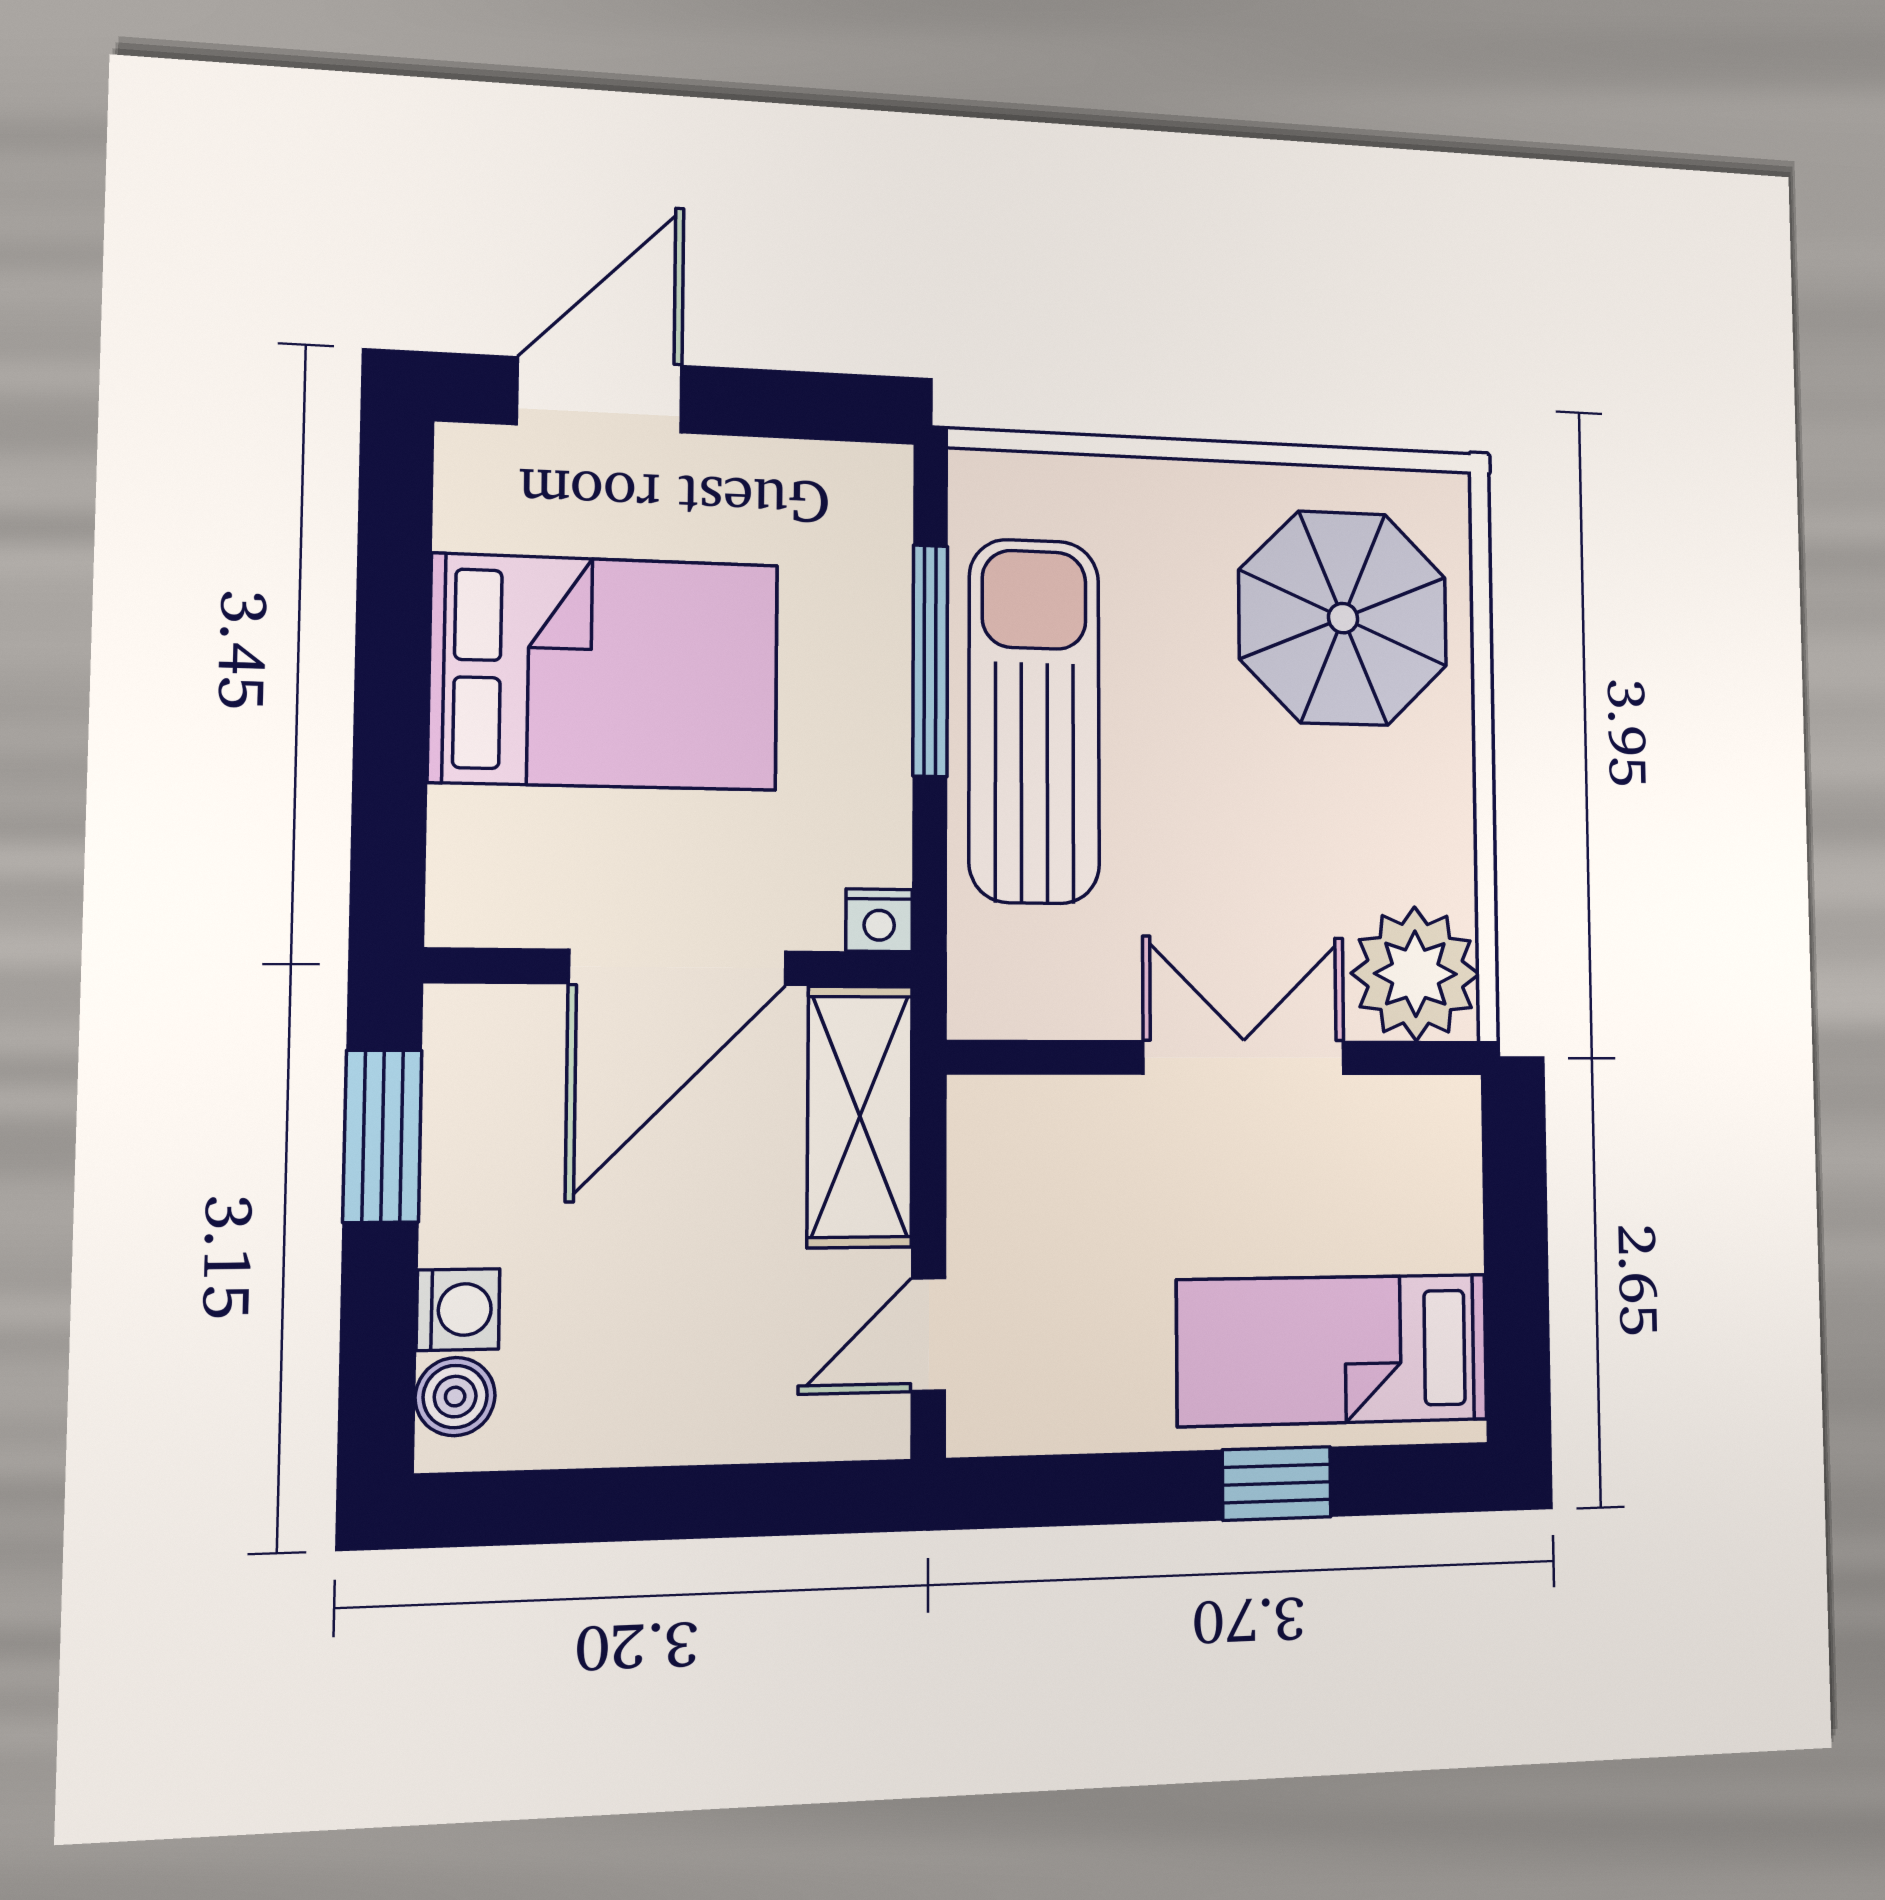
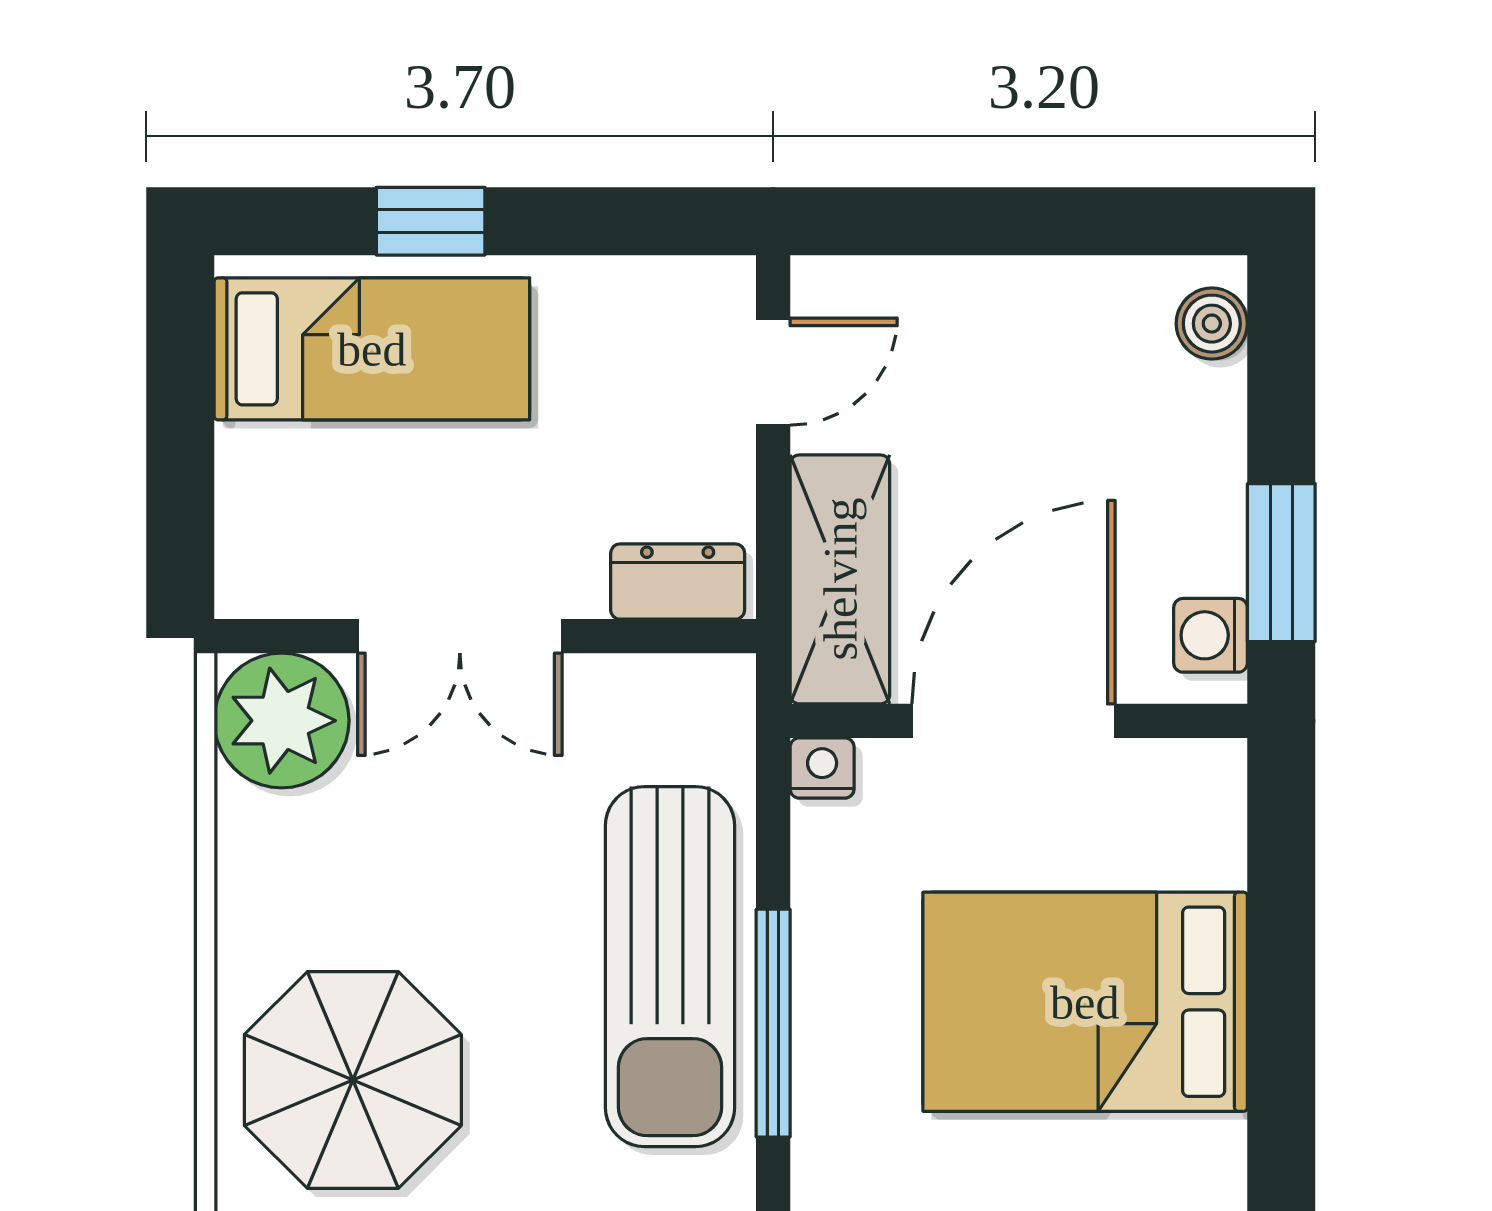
dresser: (1027, 1114) -> (678, 582), added
washing machine: (458, 1310) -> (1211, 635), moved

